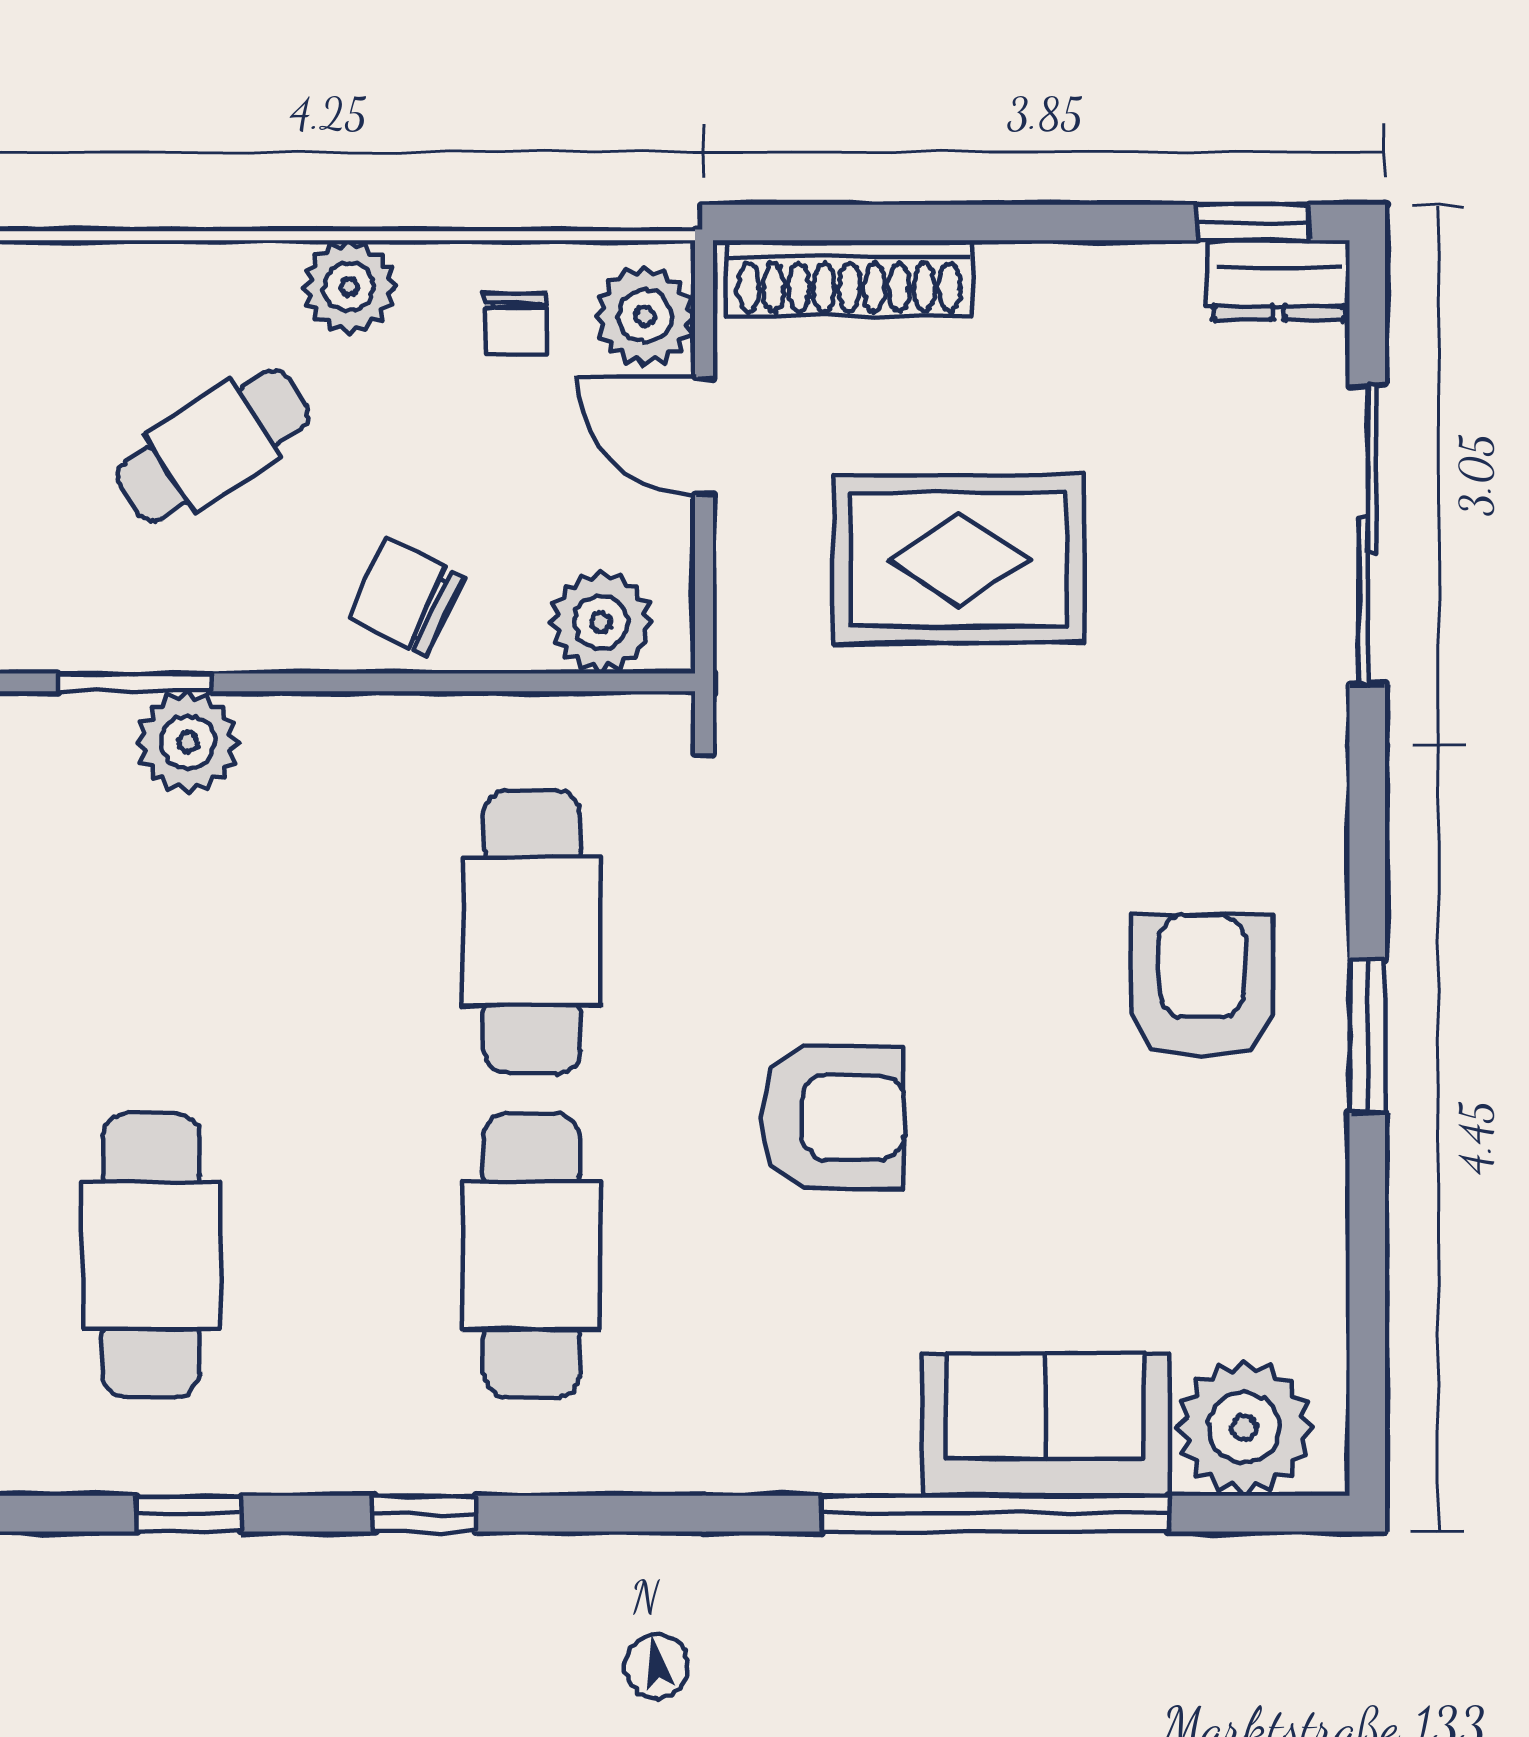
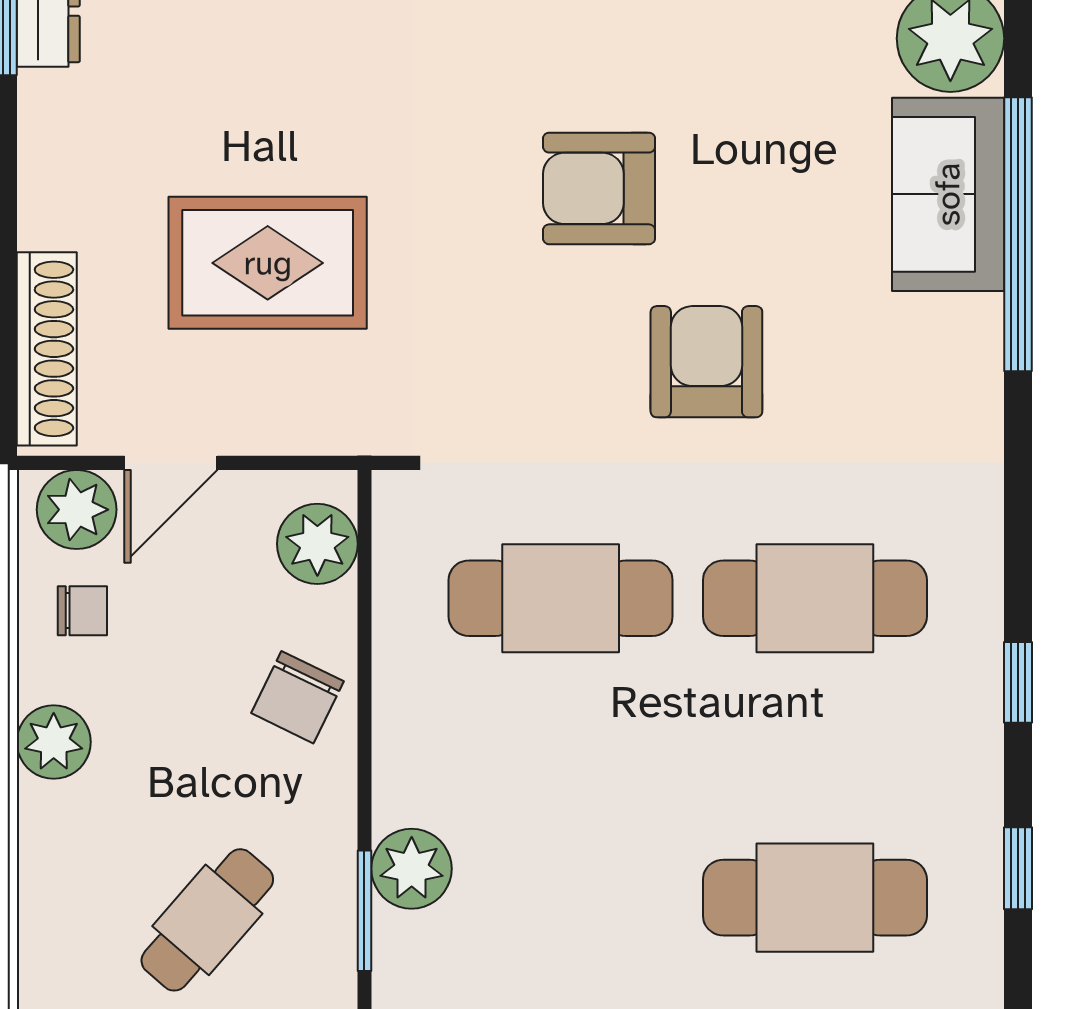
cafe table: (213, 446) -> (207, 920), moved, turned 74
rug: (959, 559) -> (268, 263), turned 90
armchair: (1202, 986) -> (599, 188), moved

